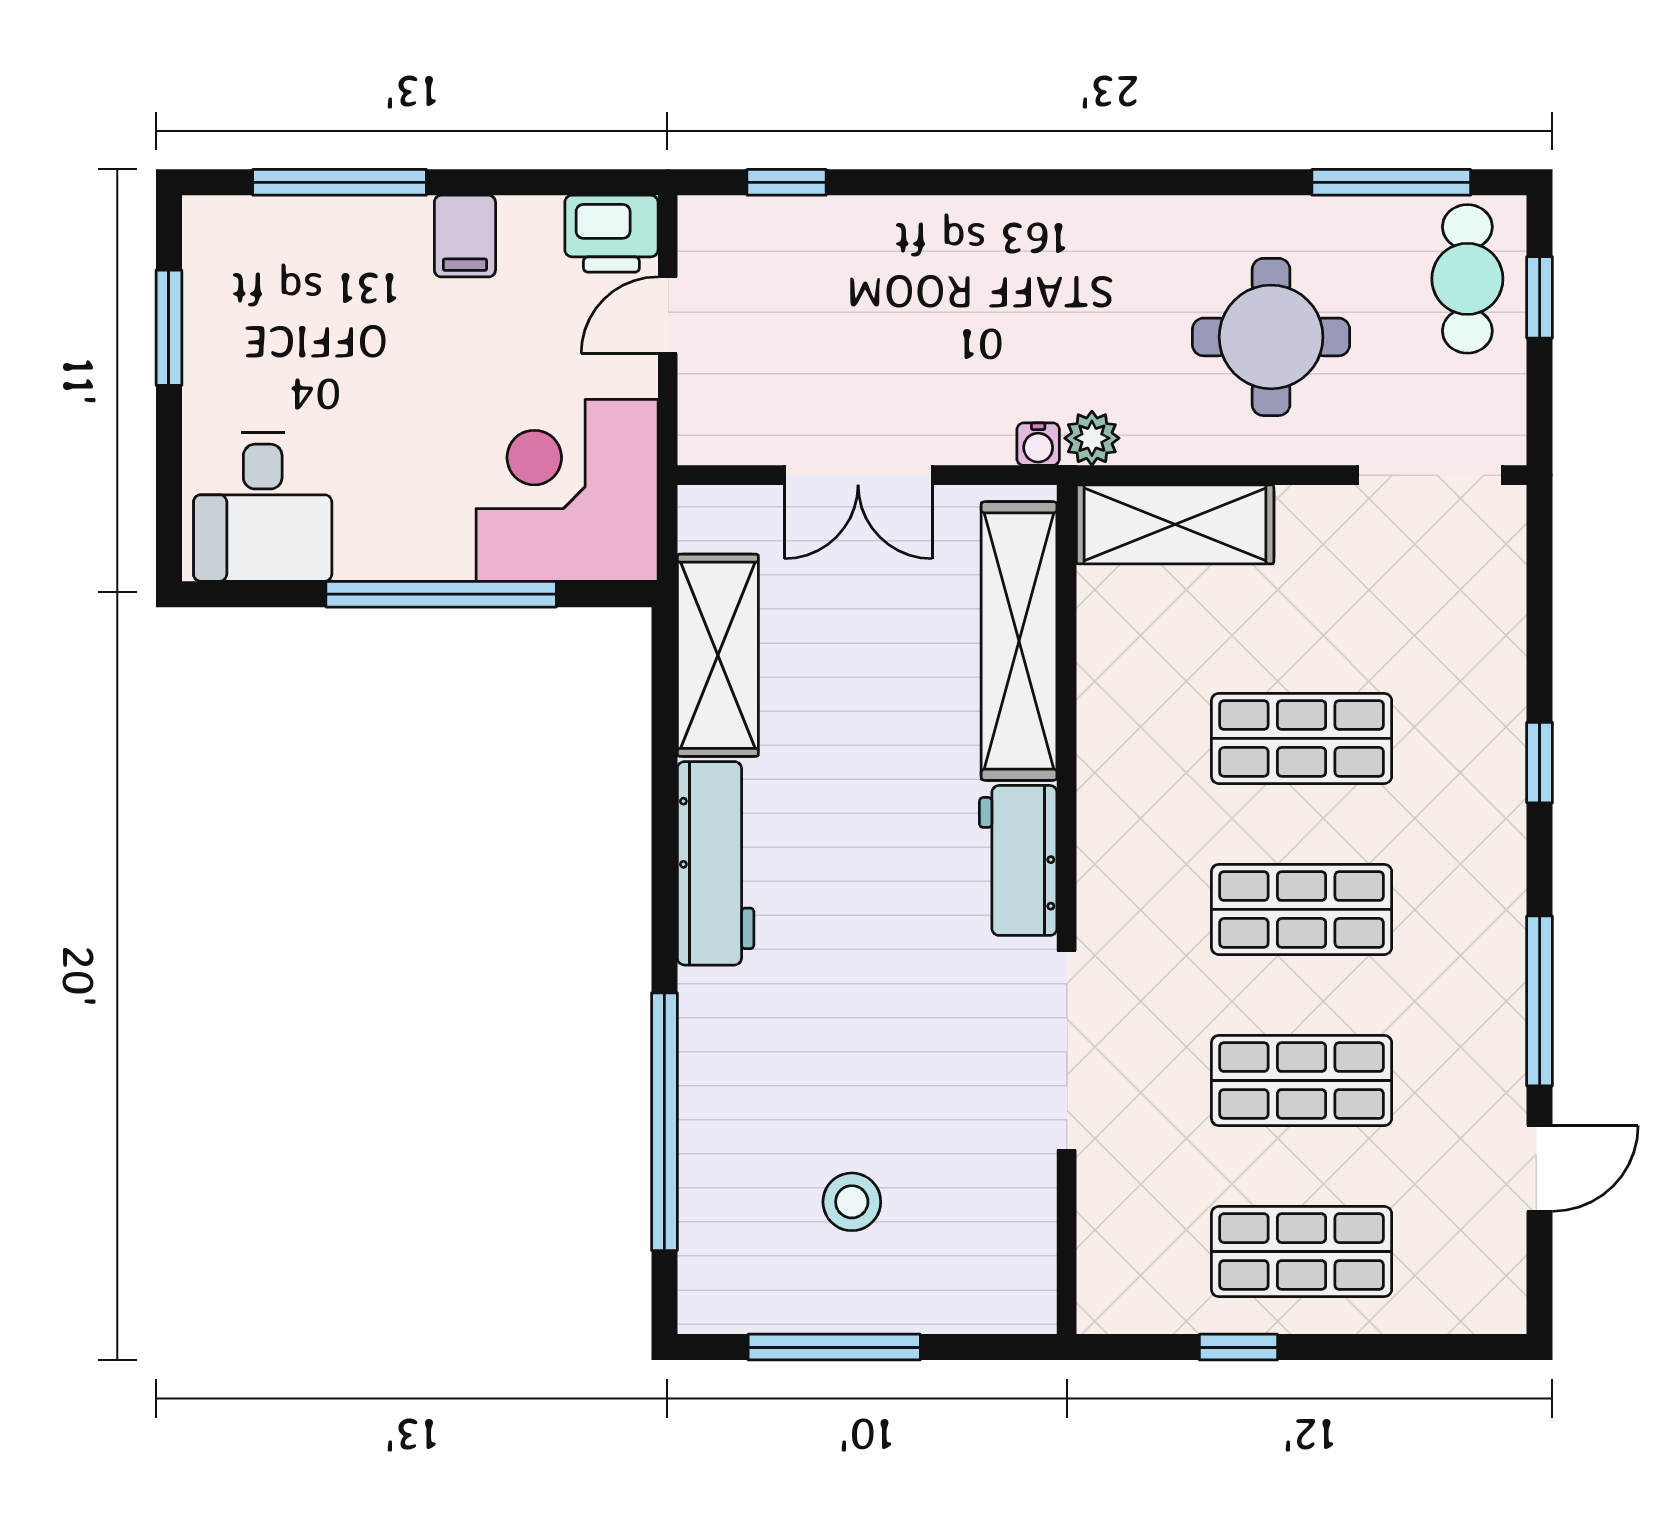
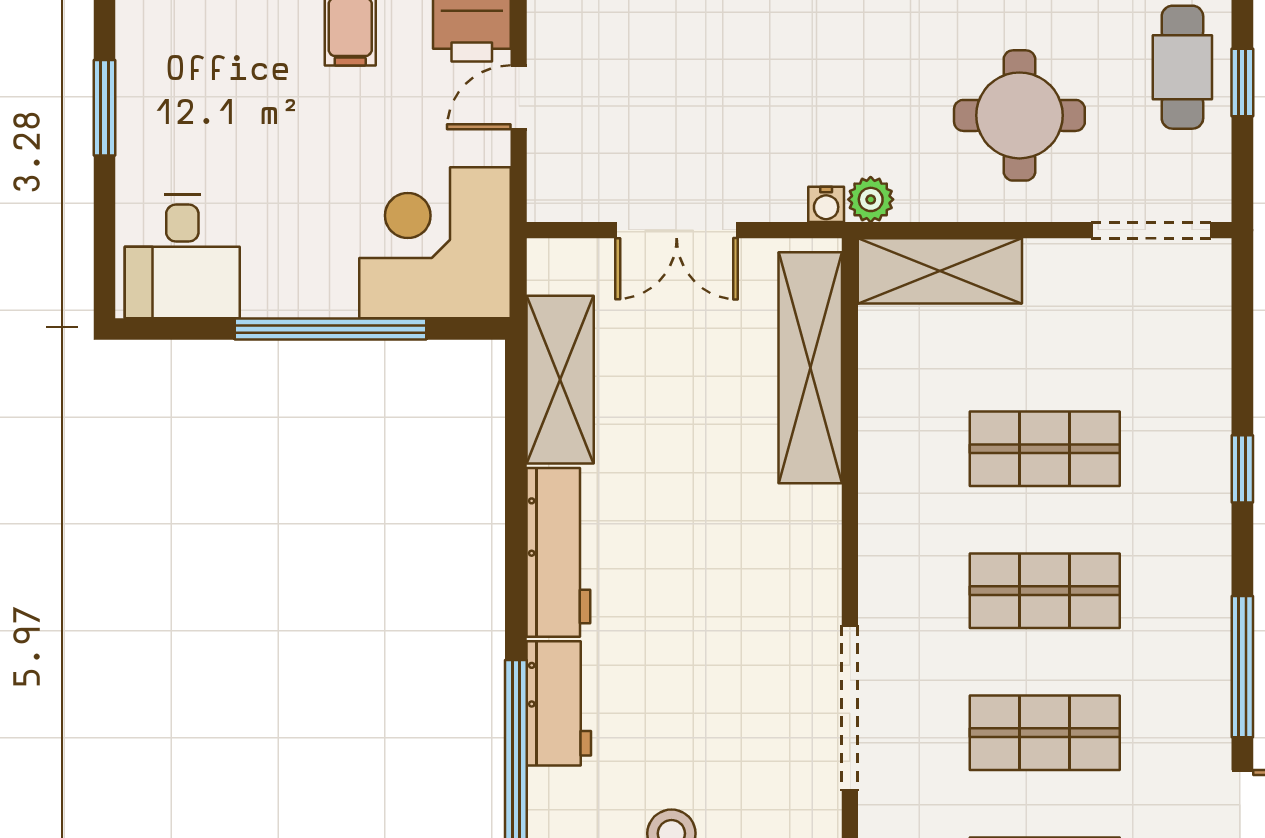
workbench: (1018, 860) -> (559, 703), moved, turned 180

